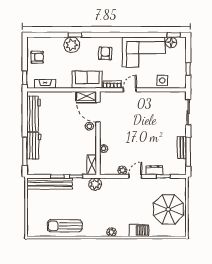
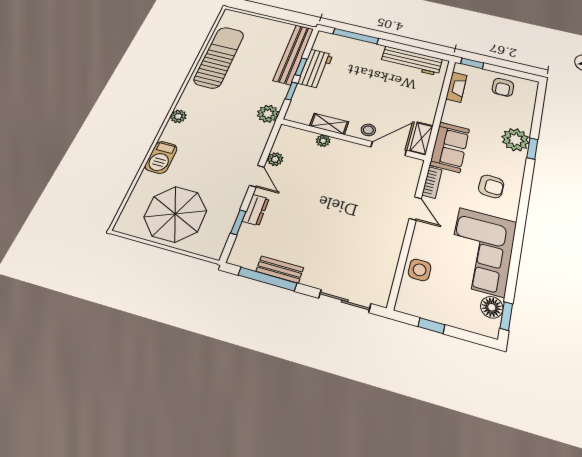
workbench: (34, 146) -> (315, 69), moved, turned -90
shelving: (92, 165) -> (329, 124), moved
sun lounger: (65, 226) -> (219, 57), width x1.36, depth x1.34

